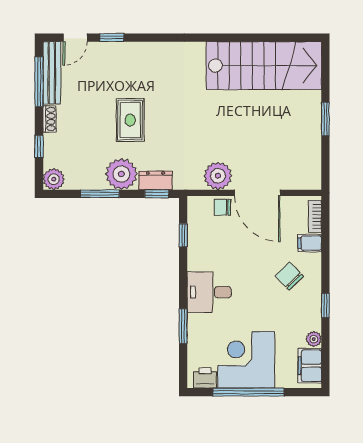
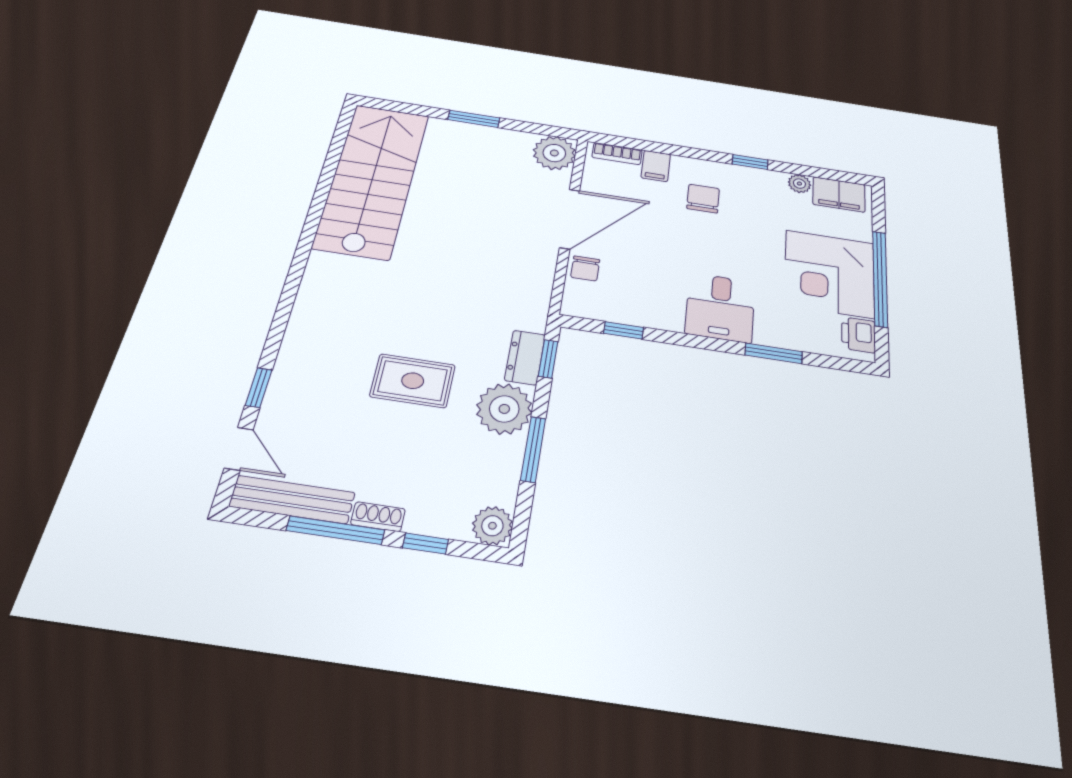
window: (39, 82) -> (336, 530), moved
plant: (218, 176) -> (554, 153), moved
chair: (289, 276) -> (703, 199), turned 134

